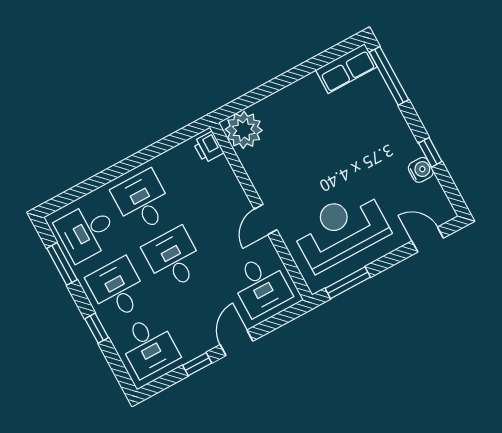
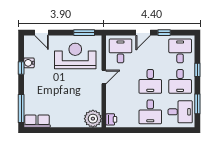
reception desk: (341, 230) -> (75, 56), turned 180

